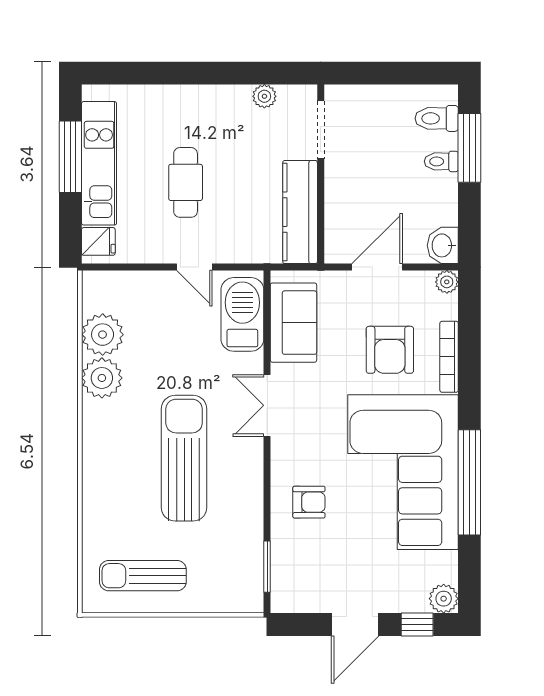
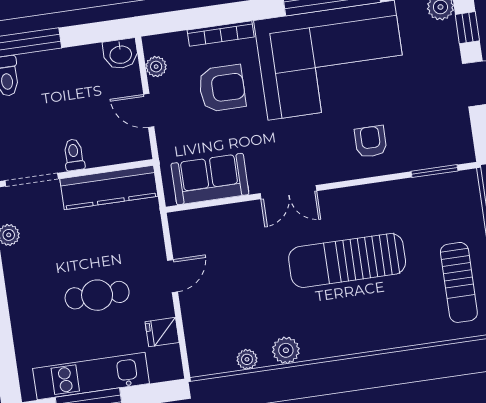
toilet: (441, 161) -> (74, 155), moved, turned 180
fridge: (98, 241) -> (162, 332), moved, turned -90
door: (377, 267) -> (149, 110), width x0.73
plant: (447, 282) -> (156, 67), moved
barbecue: (242, 314) -> (209, 226), removed
plant: (103, 335) -> (247, 359), width x0.53, depth x0.53
plant: (102, 378) -> (286, 350), width x0.73, depth x0.73

